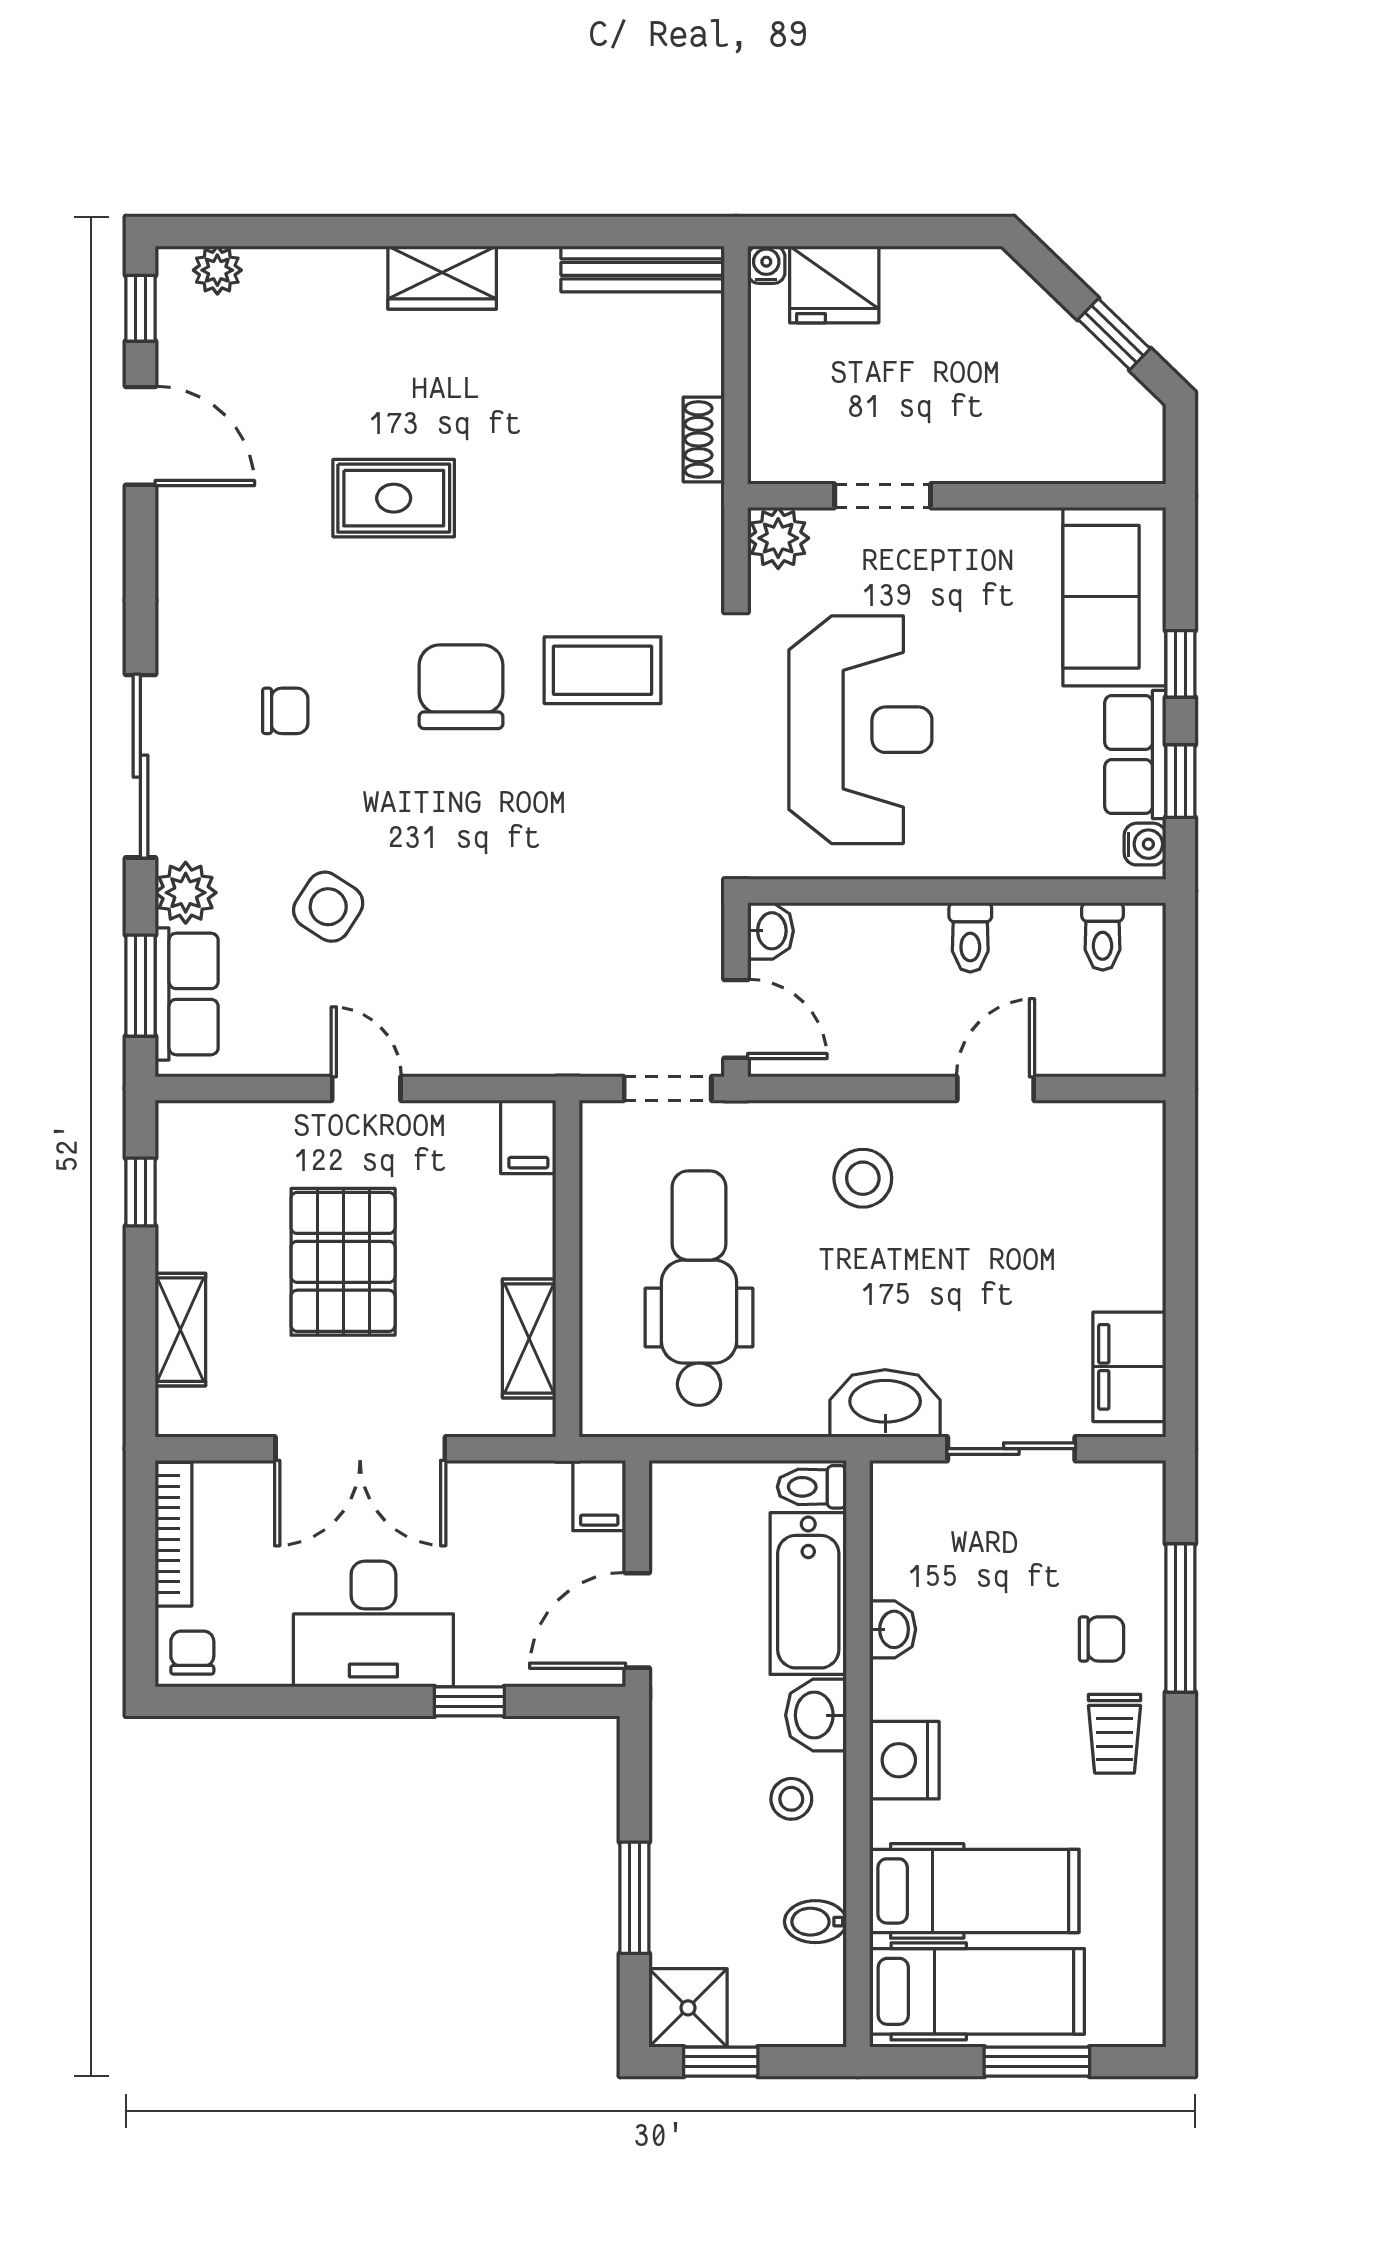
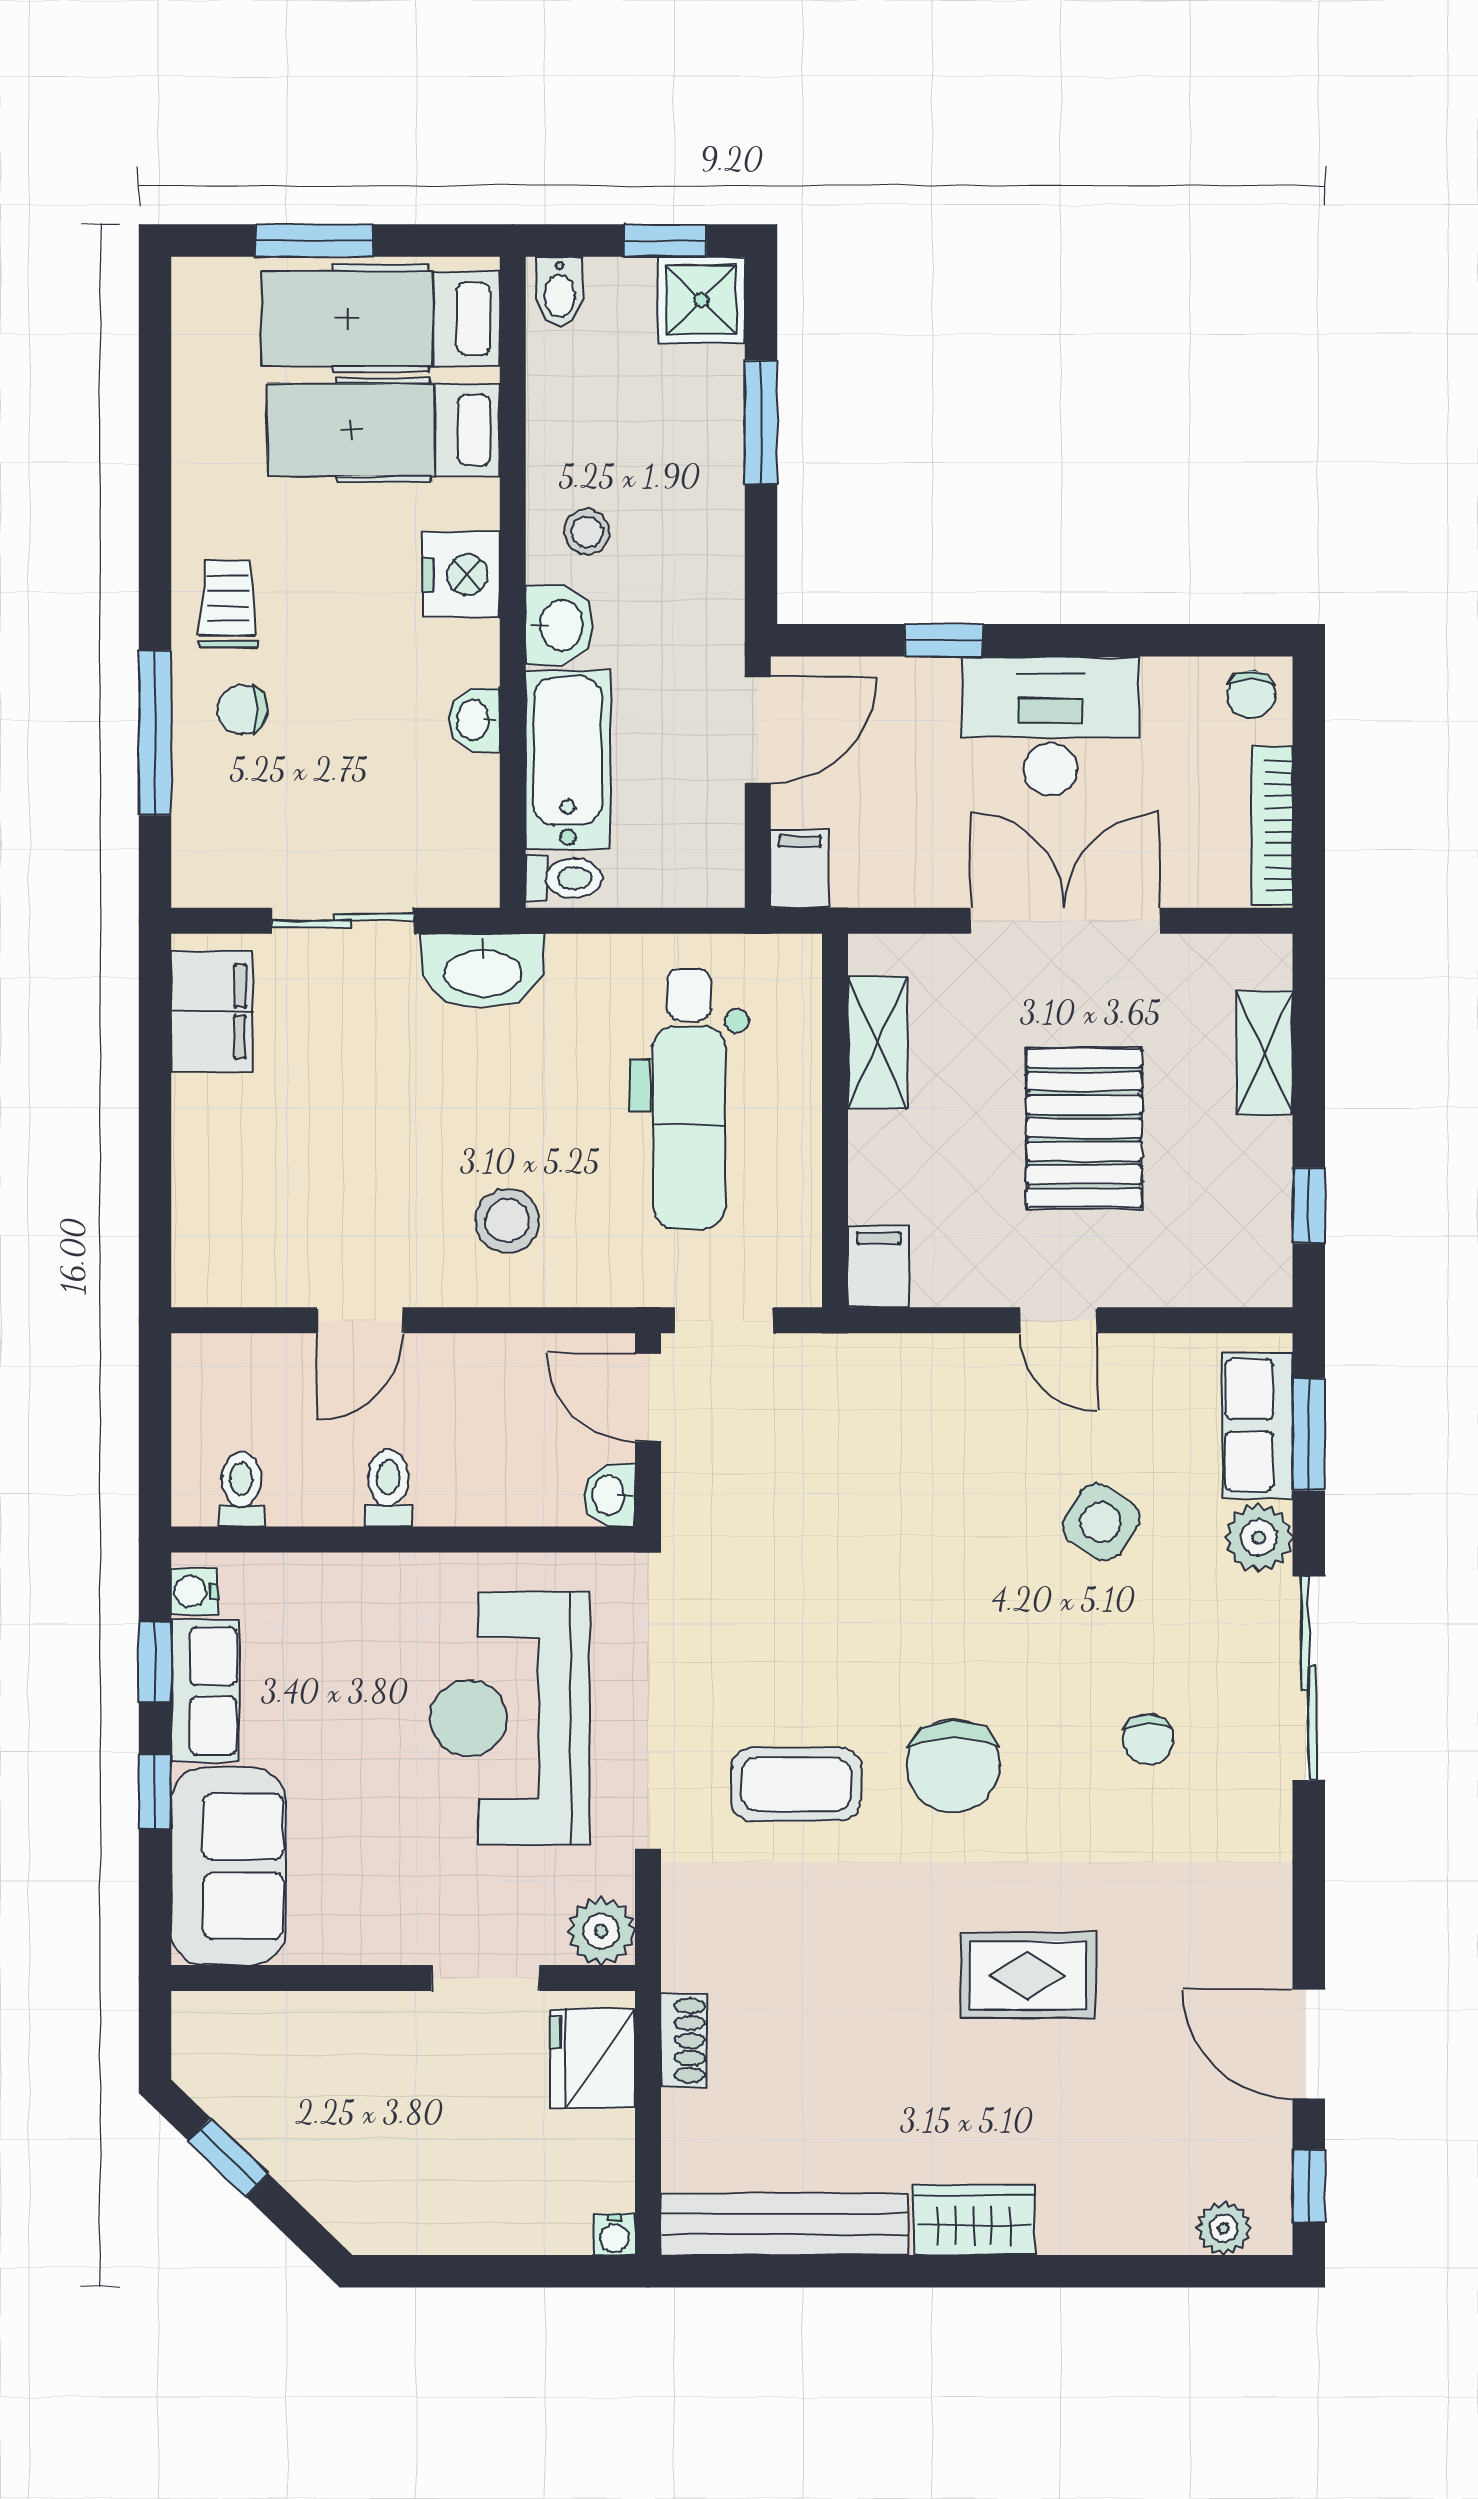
bench: (643, 269) -> (785, 2224), width x1.37, depth x1.21
fridge: (834, 284) -> (593, 2059), moved, turned -90
chair: (285, 711) -> (1148, 1739), turned -90
bidet: (815, 1922) -> (560, 291), moved, turned 90

